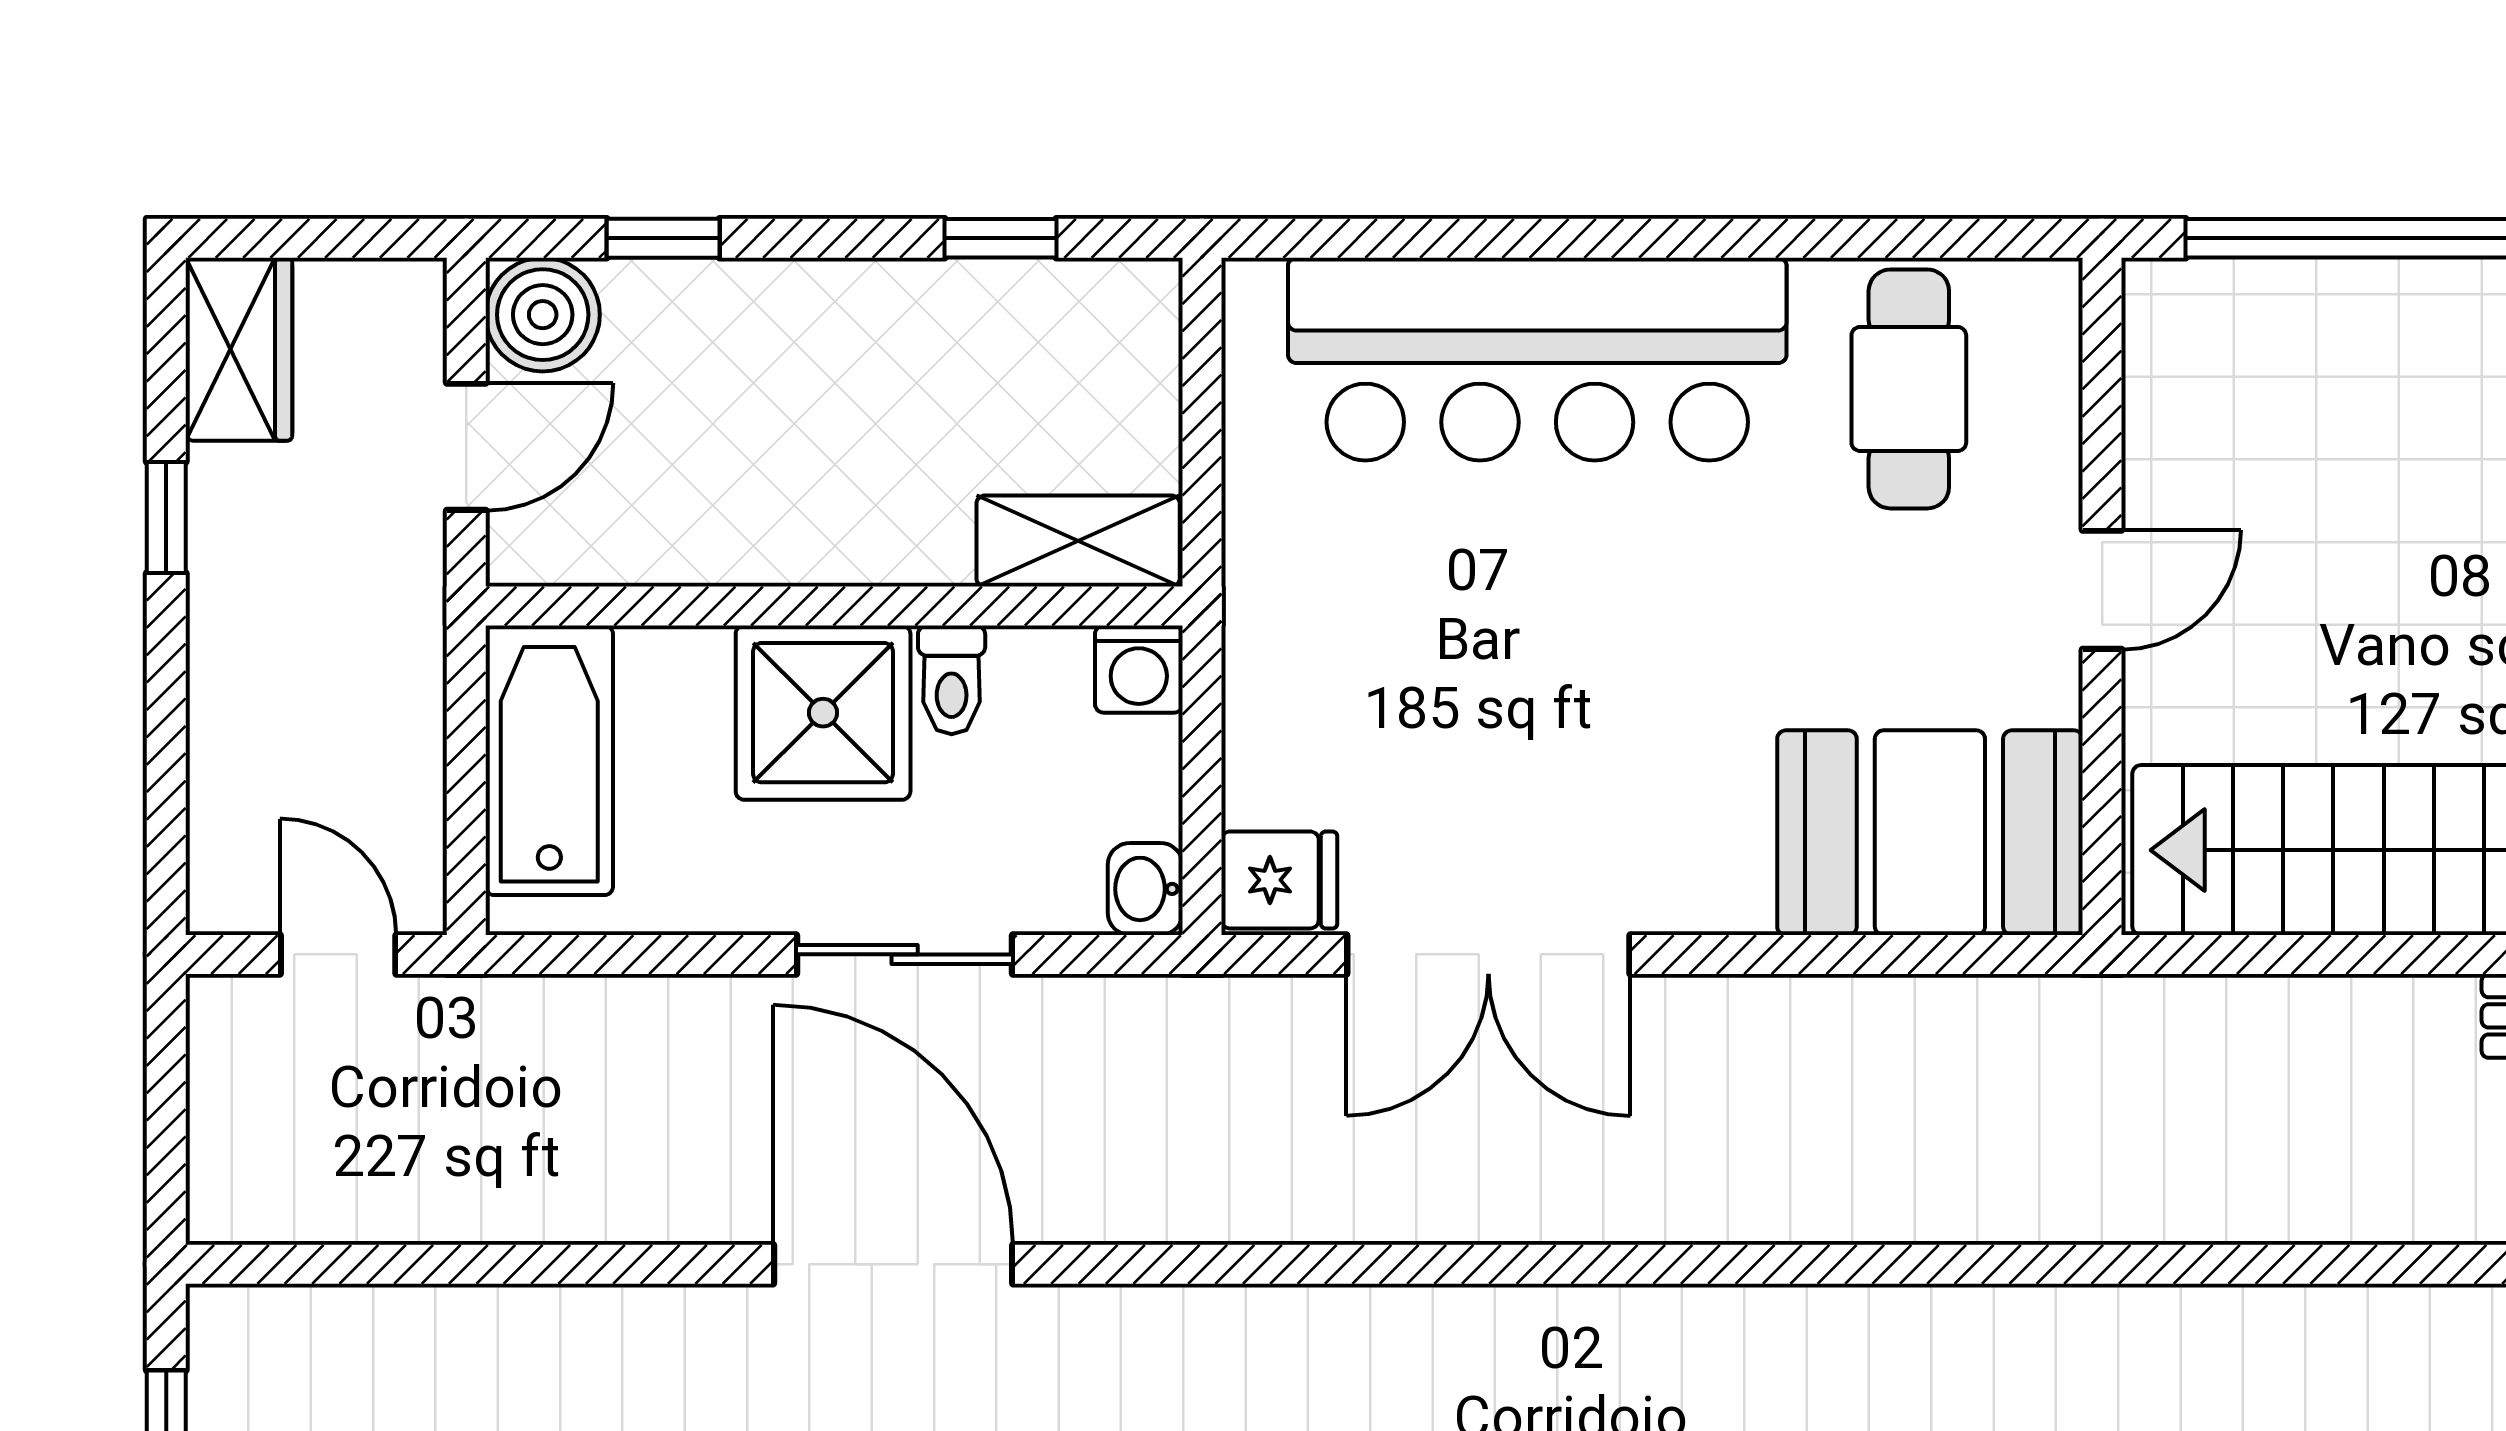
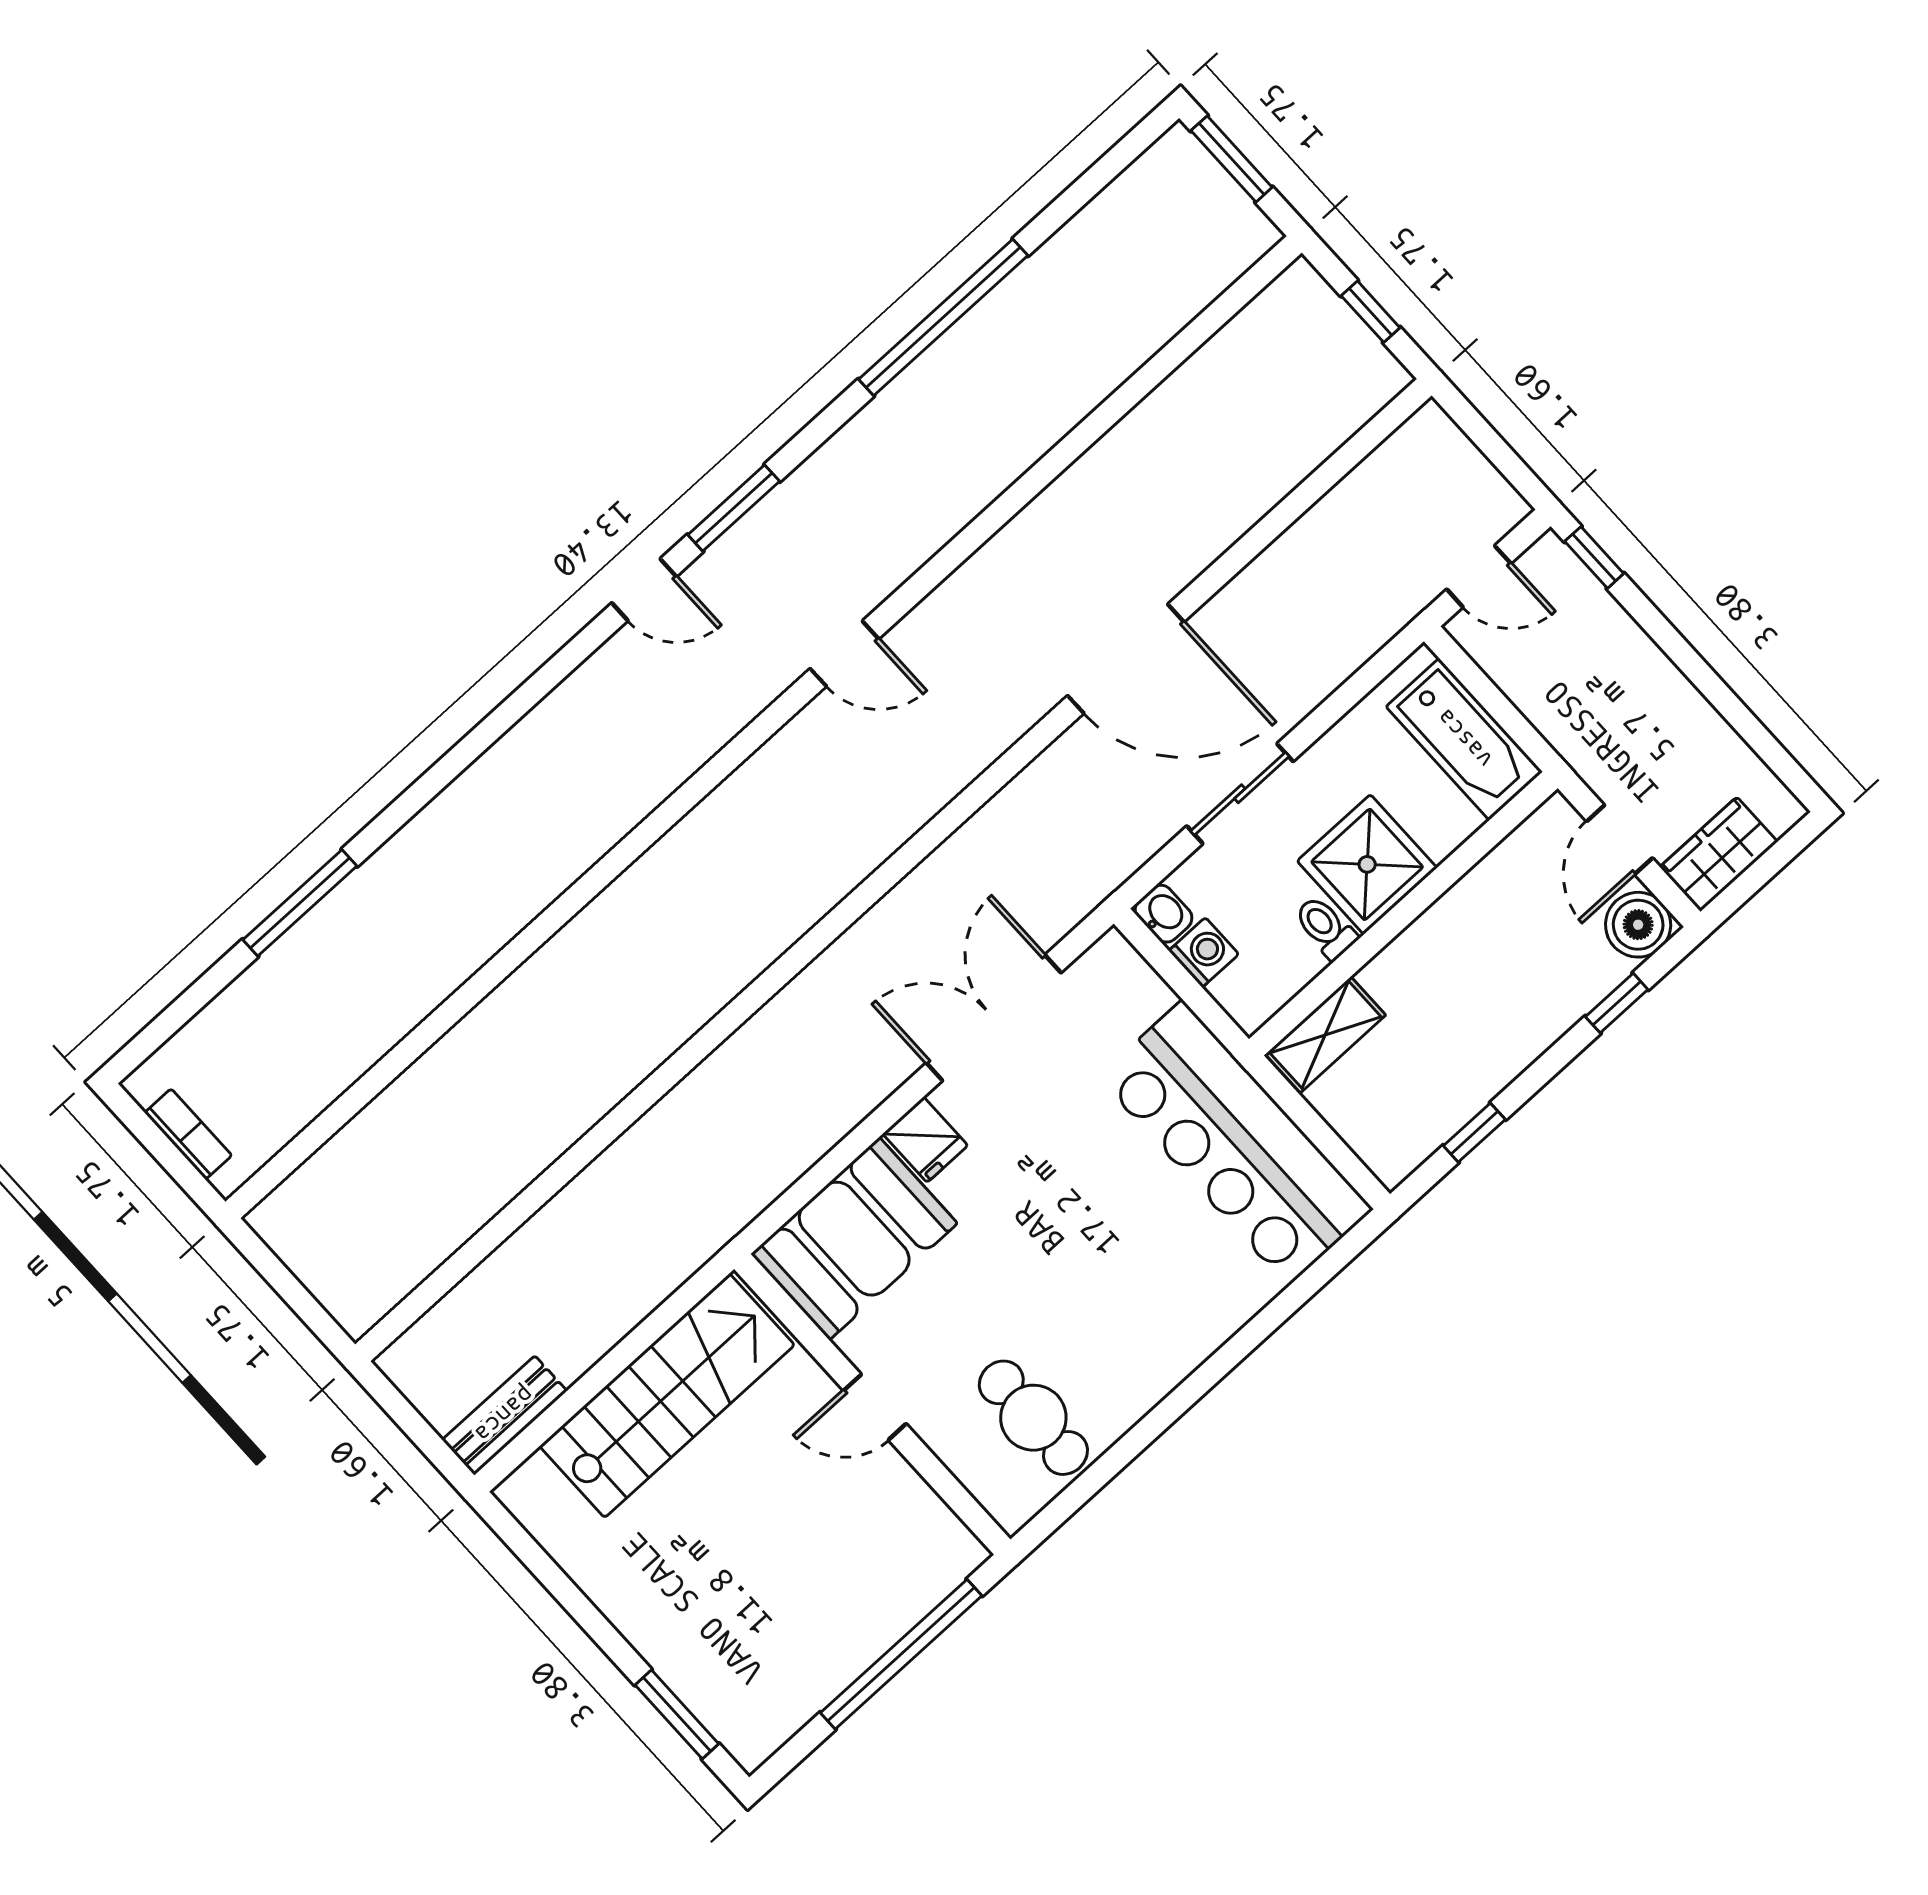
wardrobe: (239, 349) -> (1719, 854), moved, turned 90
bar counter: (1537, 359) -> (1235, 1143), moved, turned -90
window: (166, 517) -> (1594, 557), moved
door: (2102, 590) -> (875, 1407), hinge flipped
washing machine: (1139, 669) -> (1204, 952), moved, turned 90
fridge: (1279, 880) -> (925, 1140), moved, turned -90

